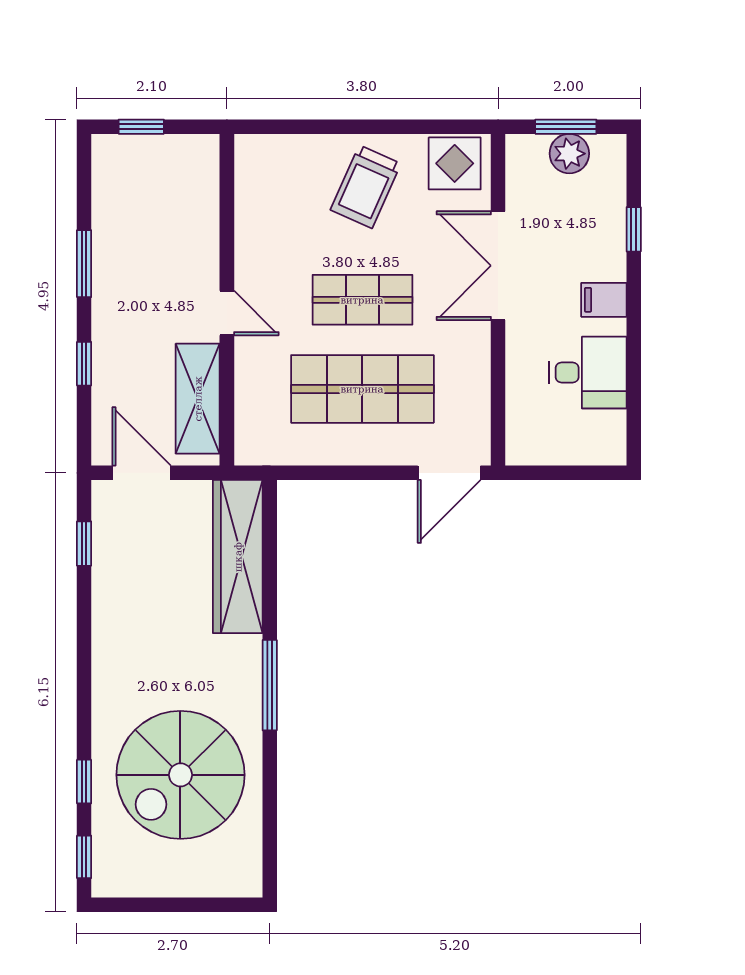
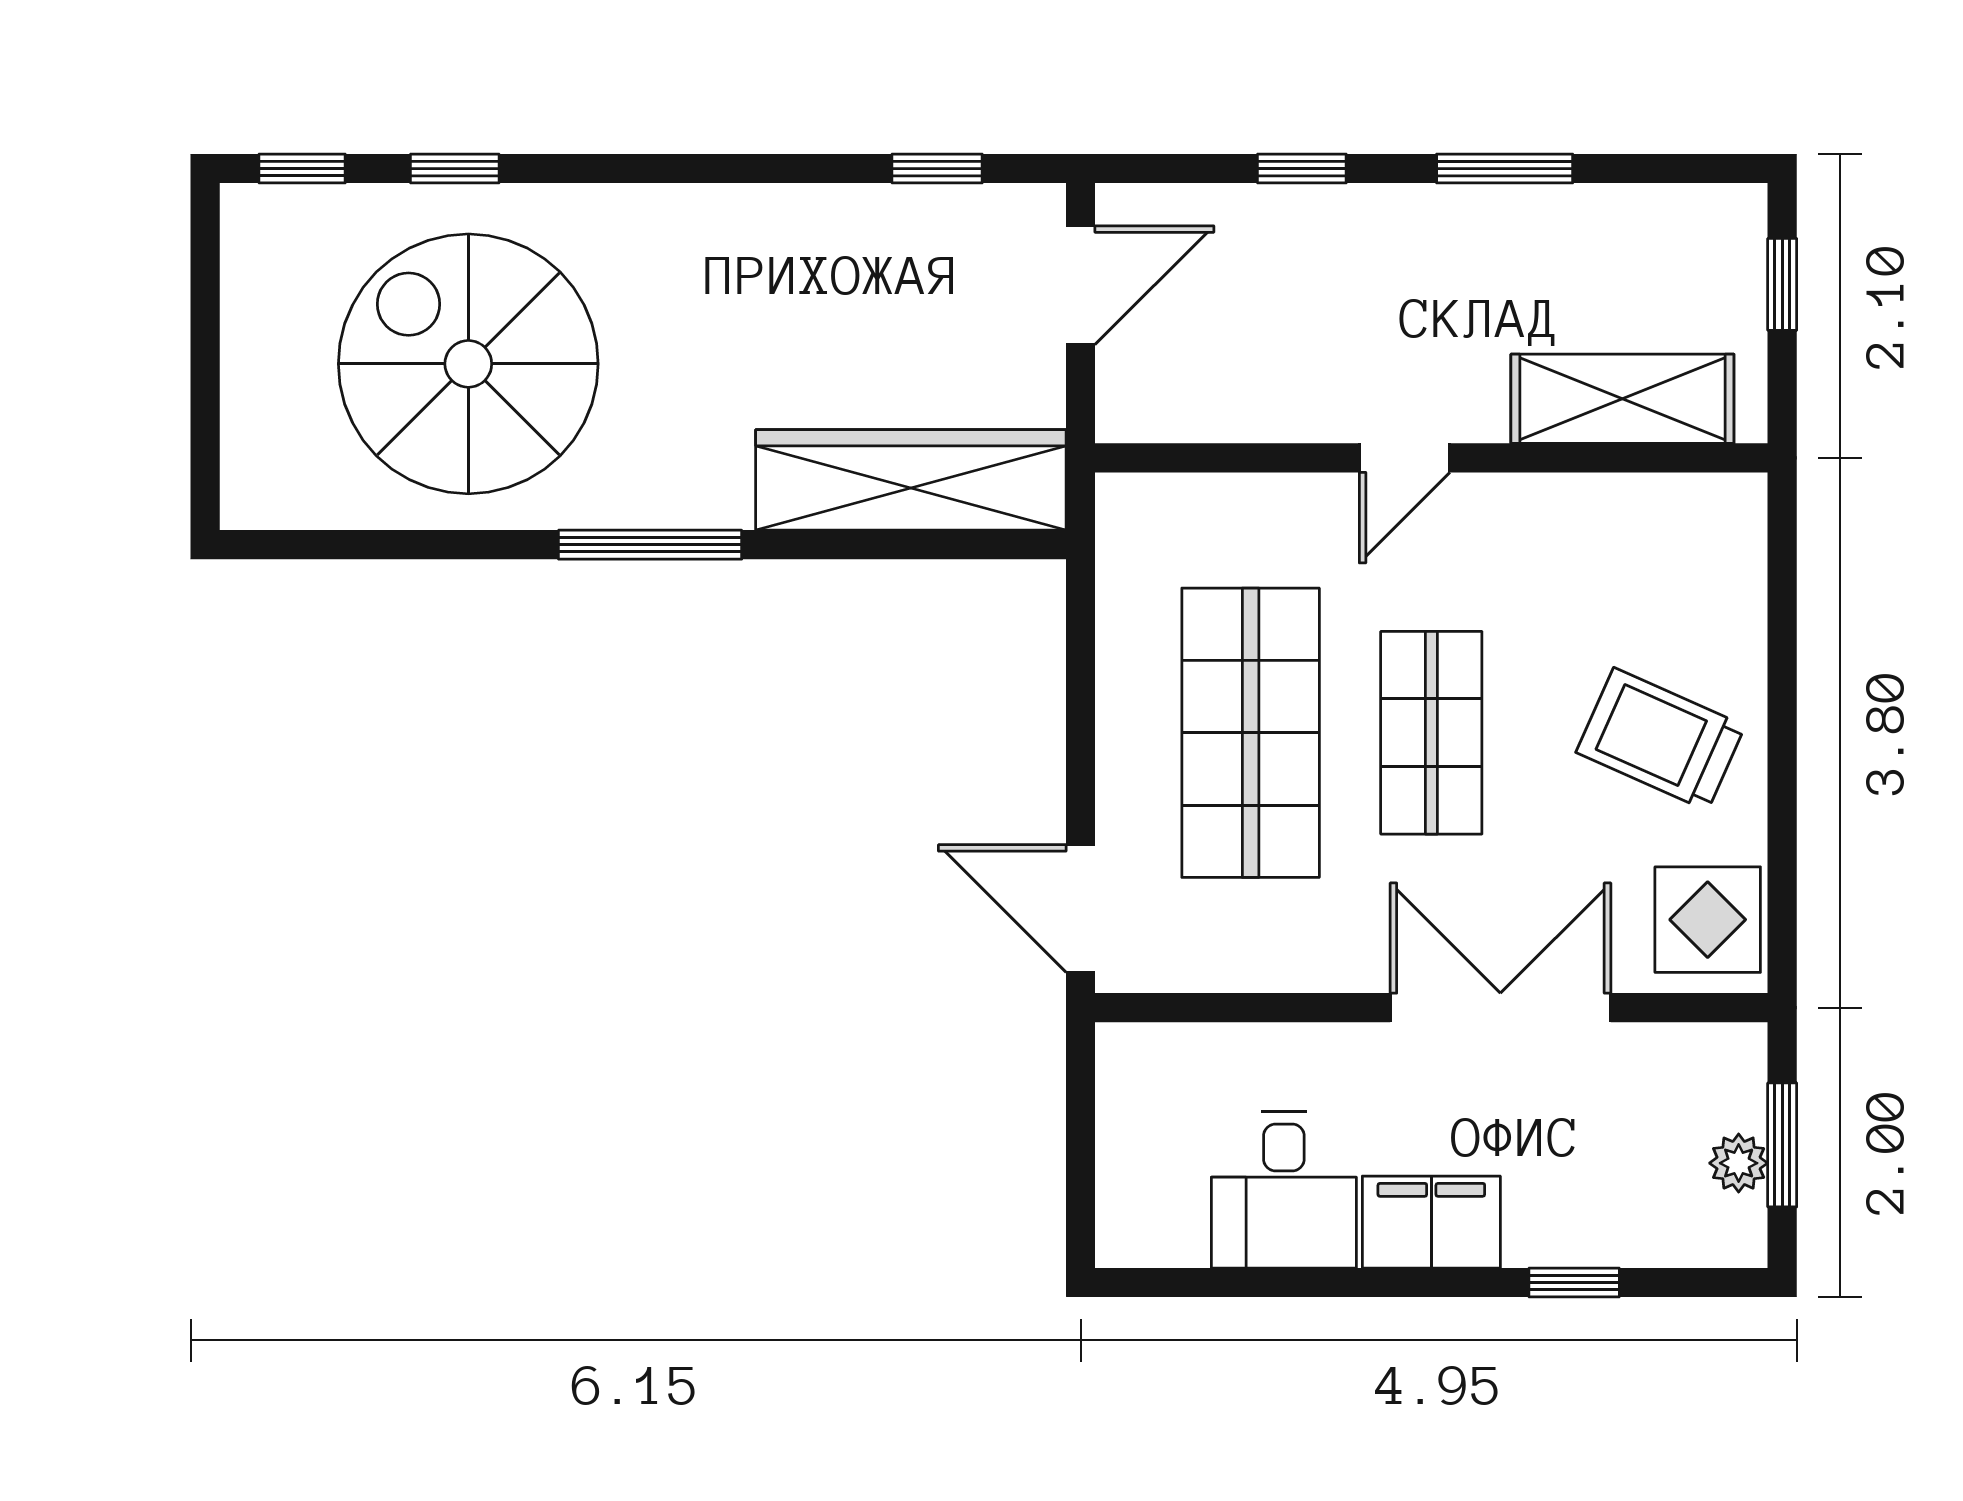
plant: (569, 154) -> (1739, 1163), width x0.73, depth x0.73
filing cabinet: (604, 300) -> (1431, 1222), width x2.00
shelving: (198, 399) -> (1622, 399), moved

